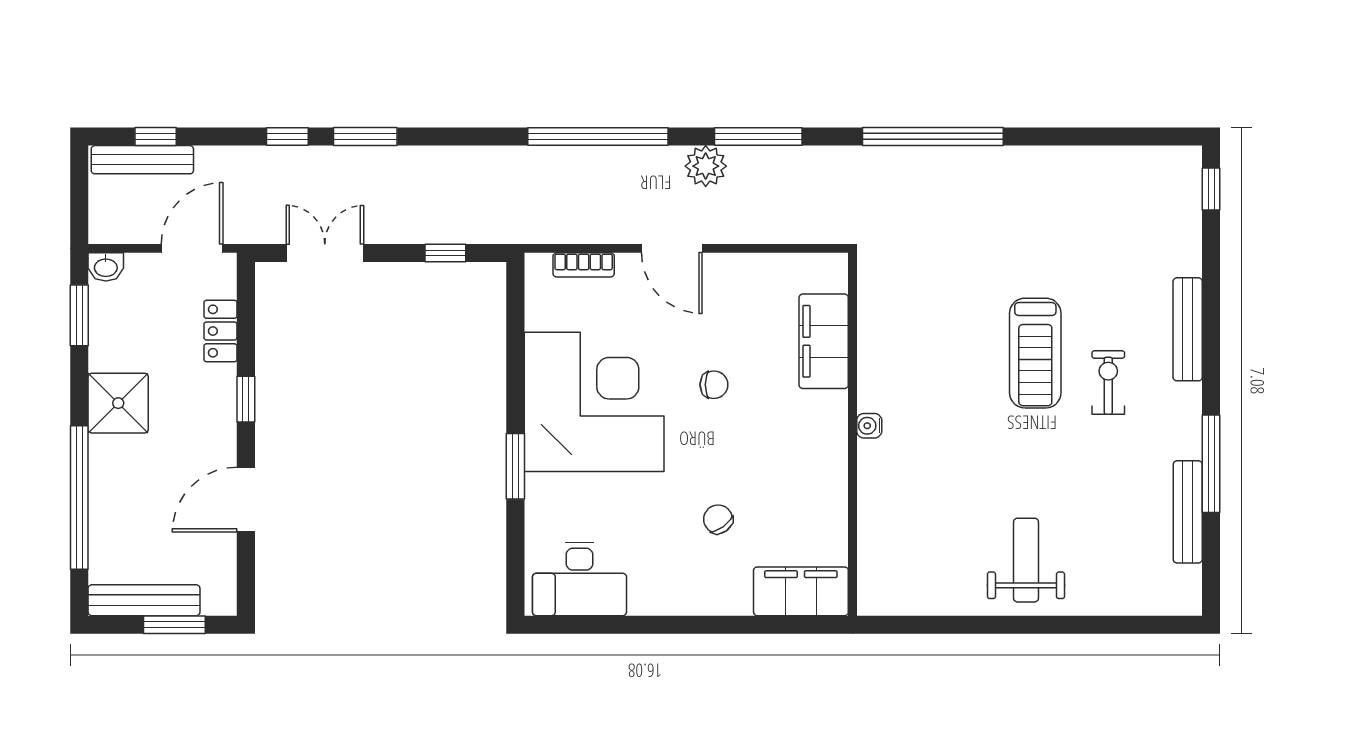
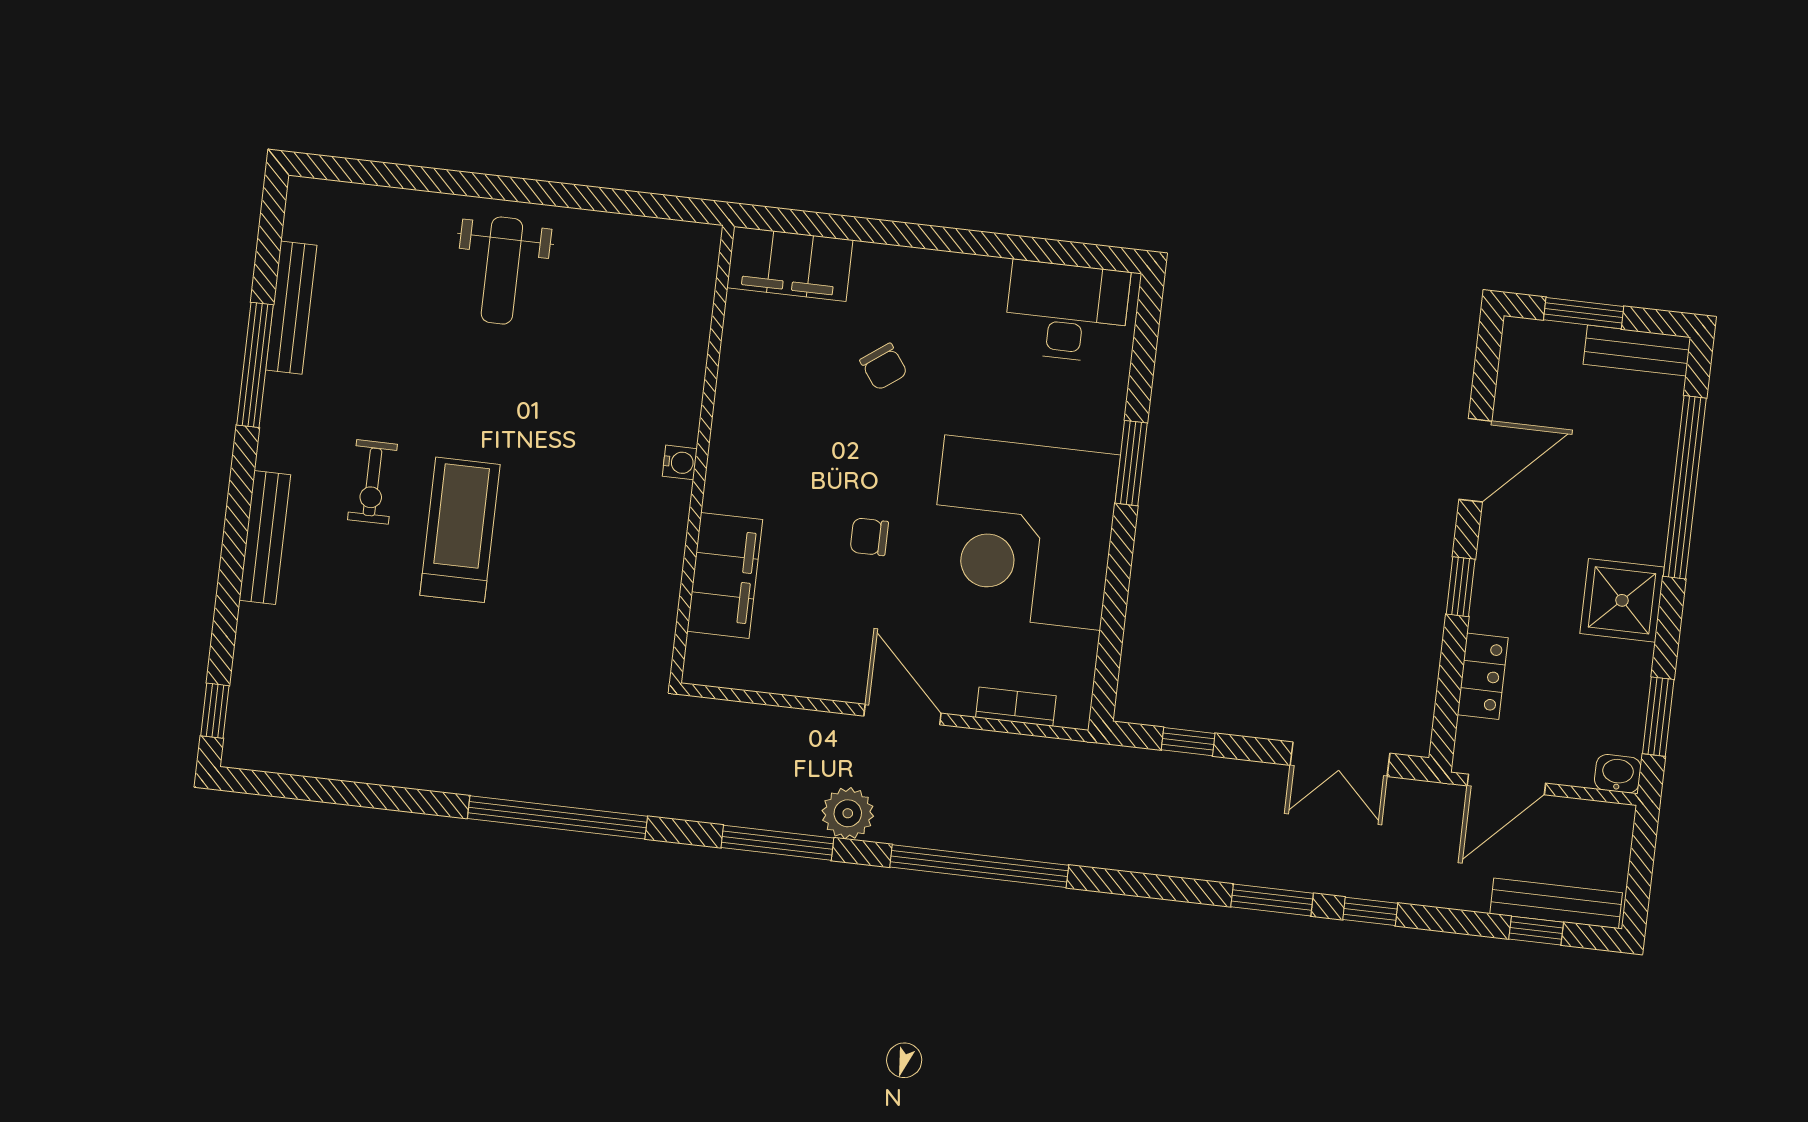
bench: (144, 600) -> (1637, 351), width x0.73

